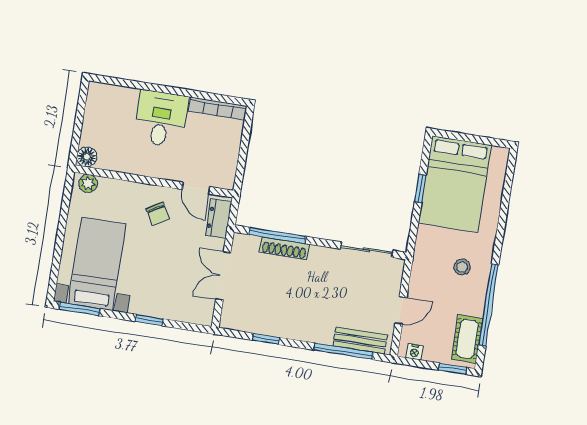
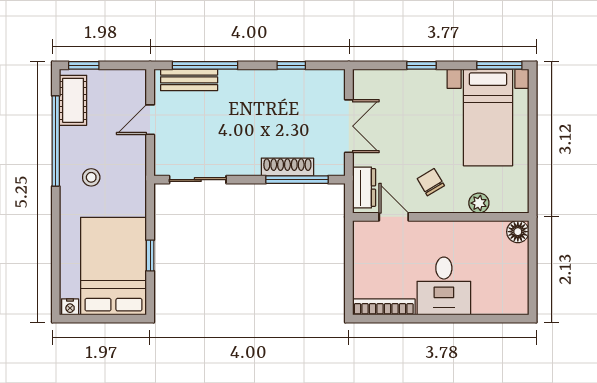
plant: (88, 183) -> (479, 203), moved
nightstand: (415, 352) -> (70, 307), moved, turned 180

